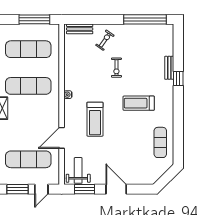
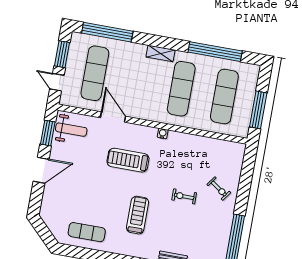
bench: (80, 29) -> (237, 161), removed

